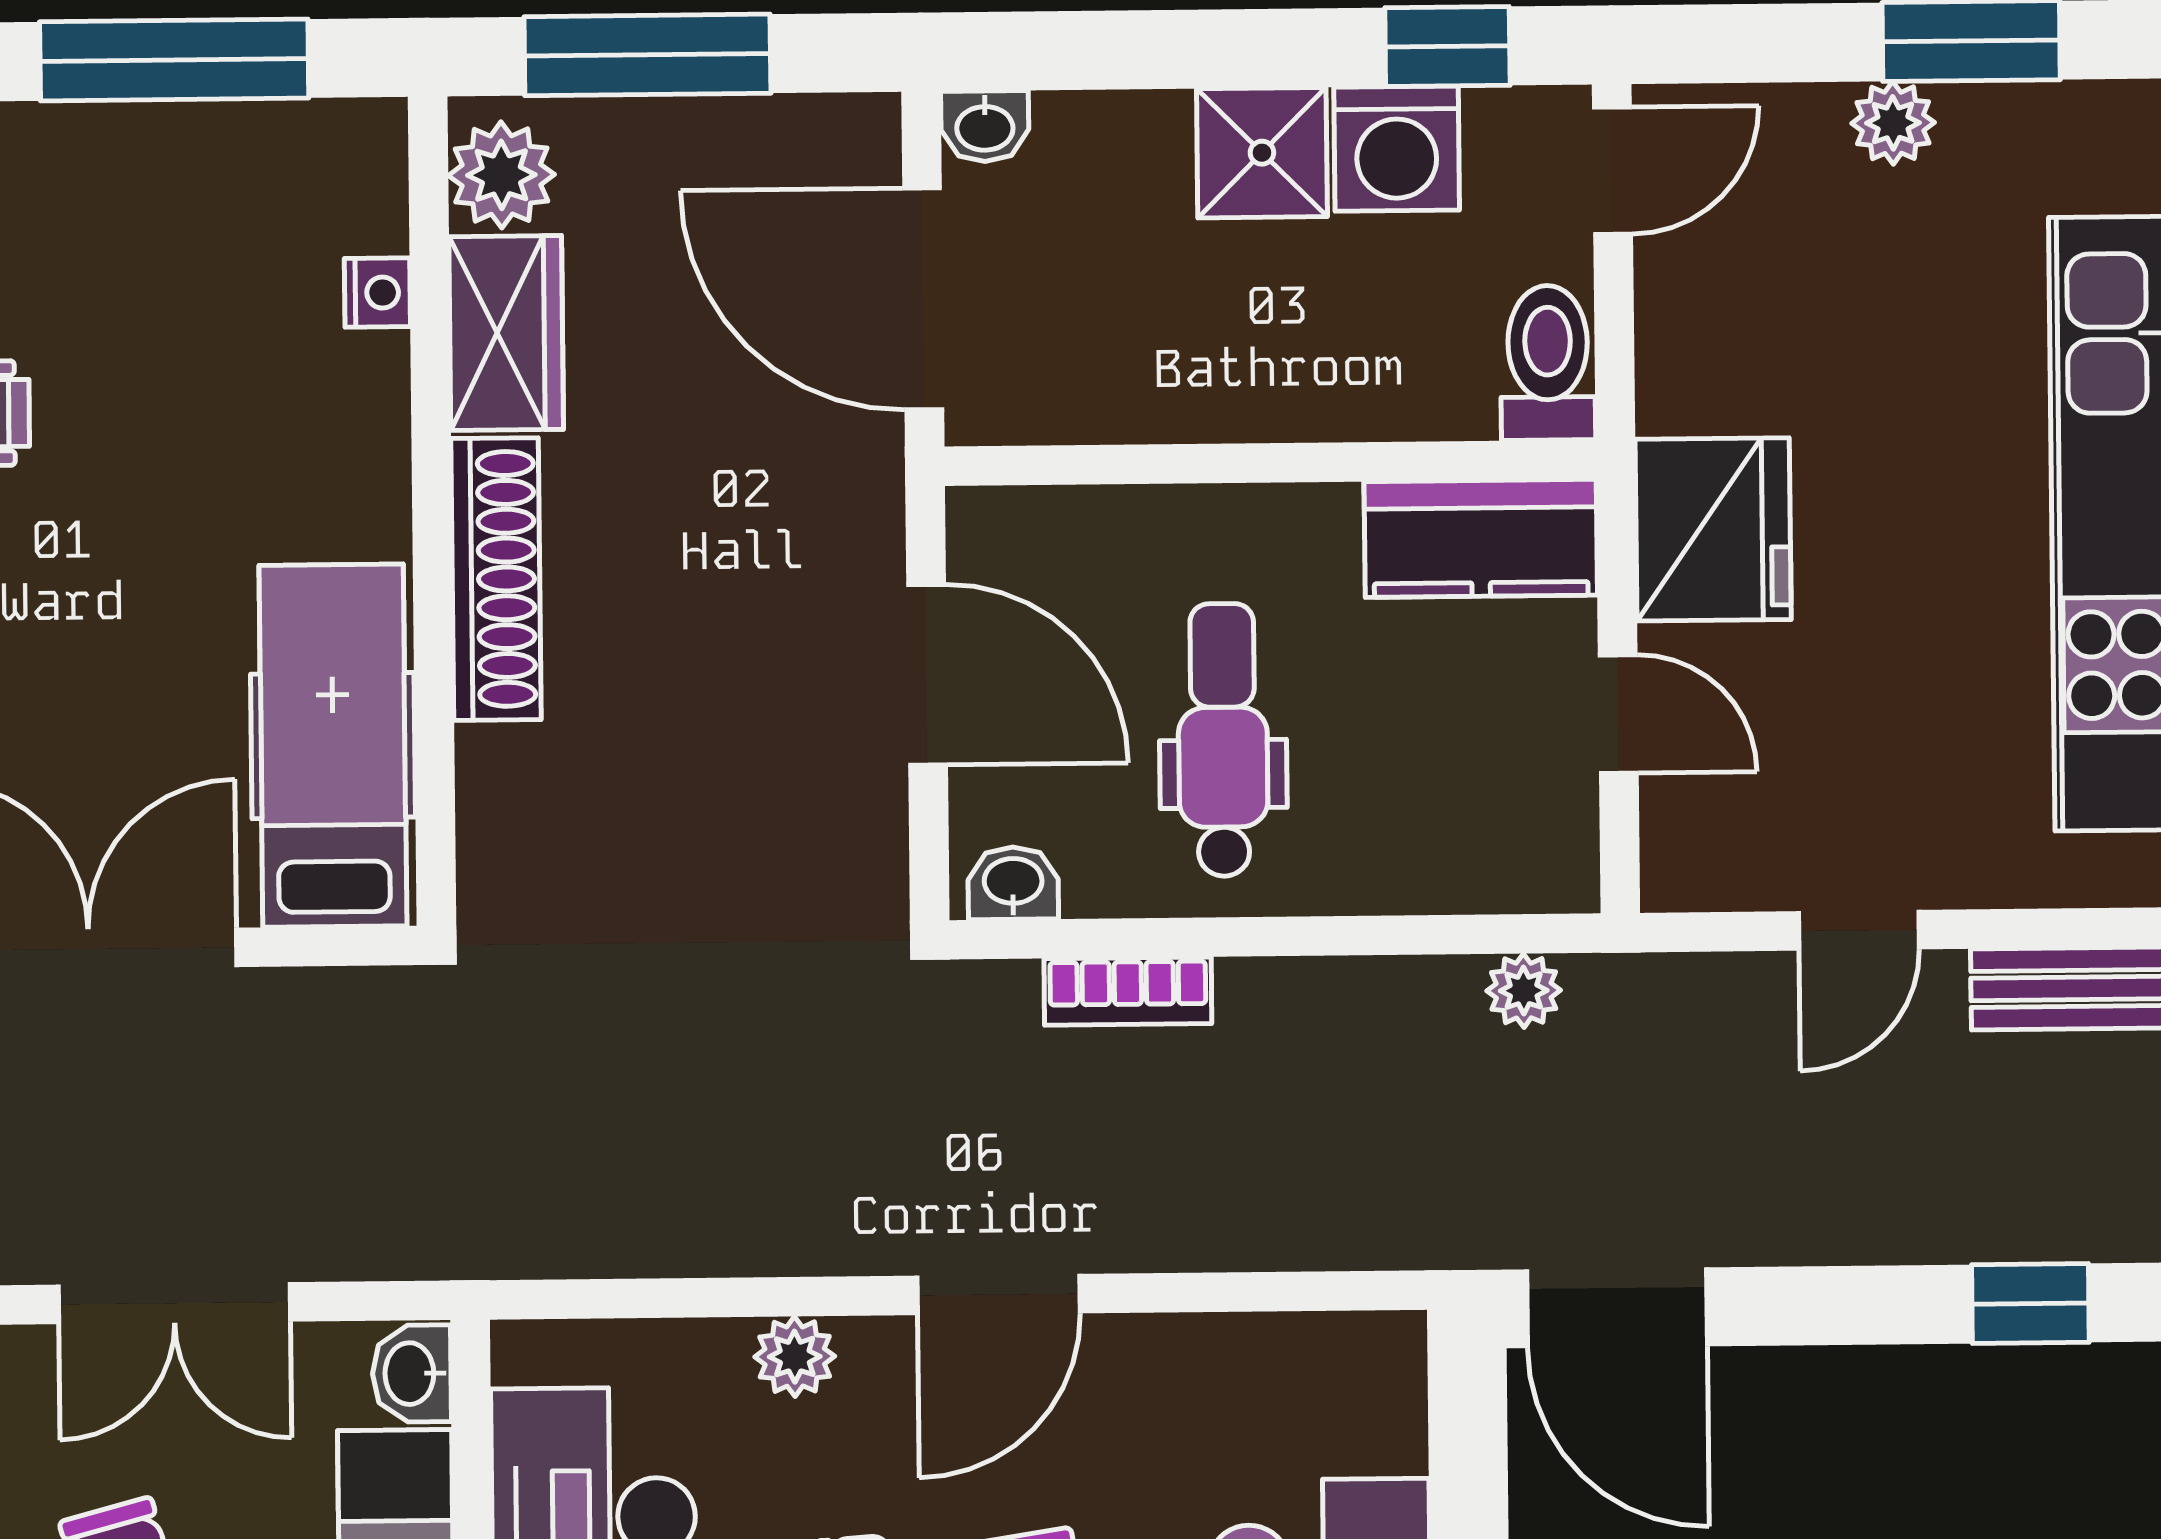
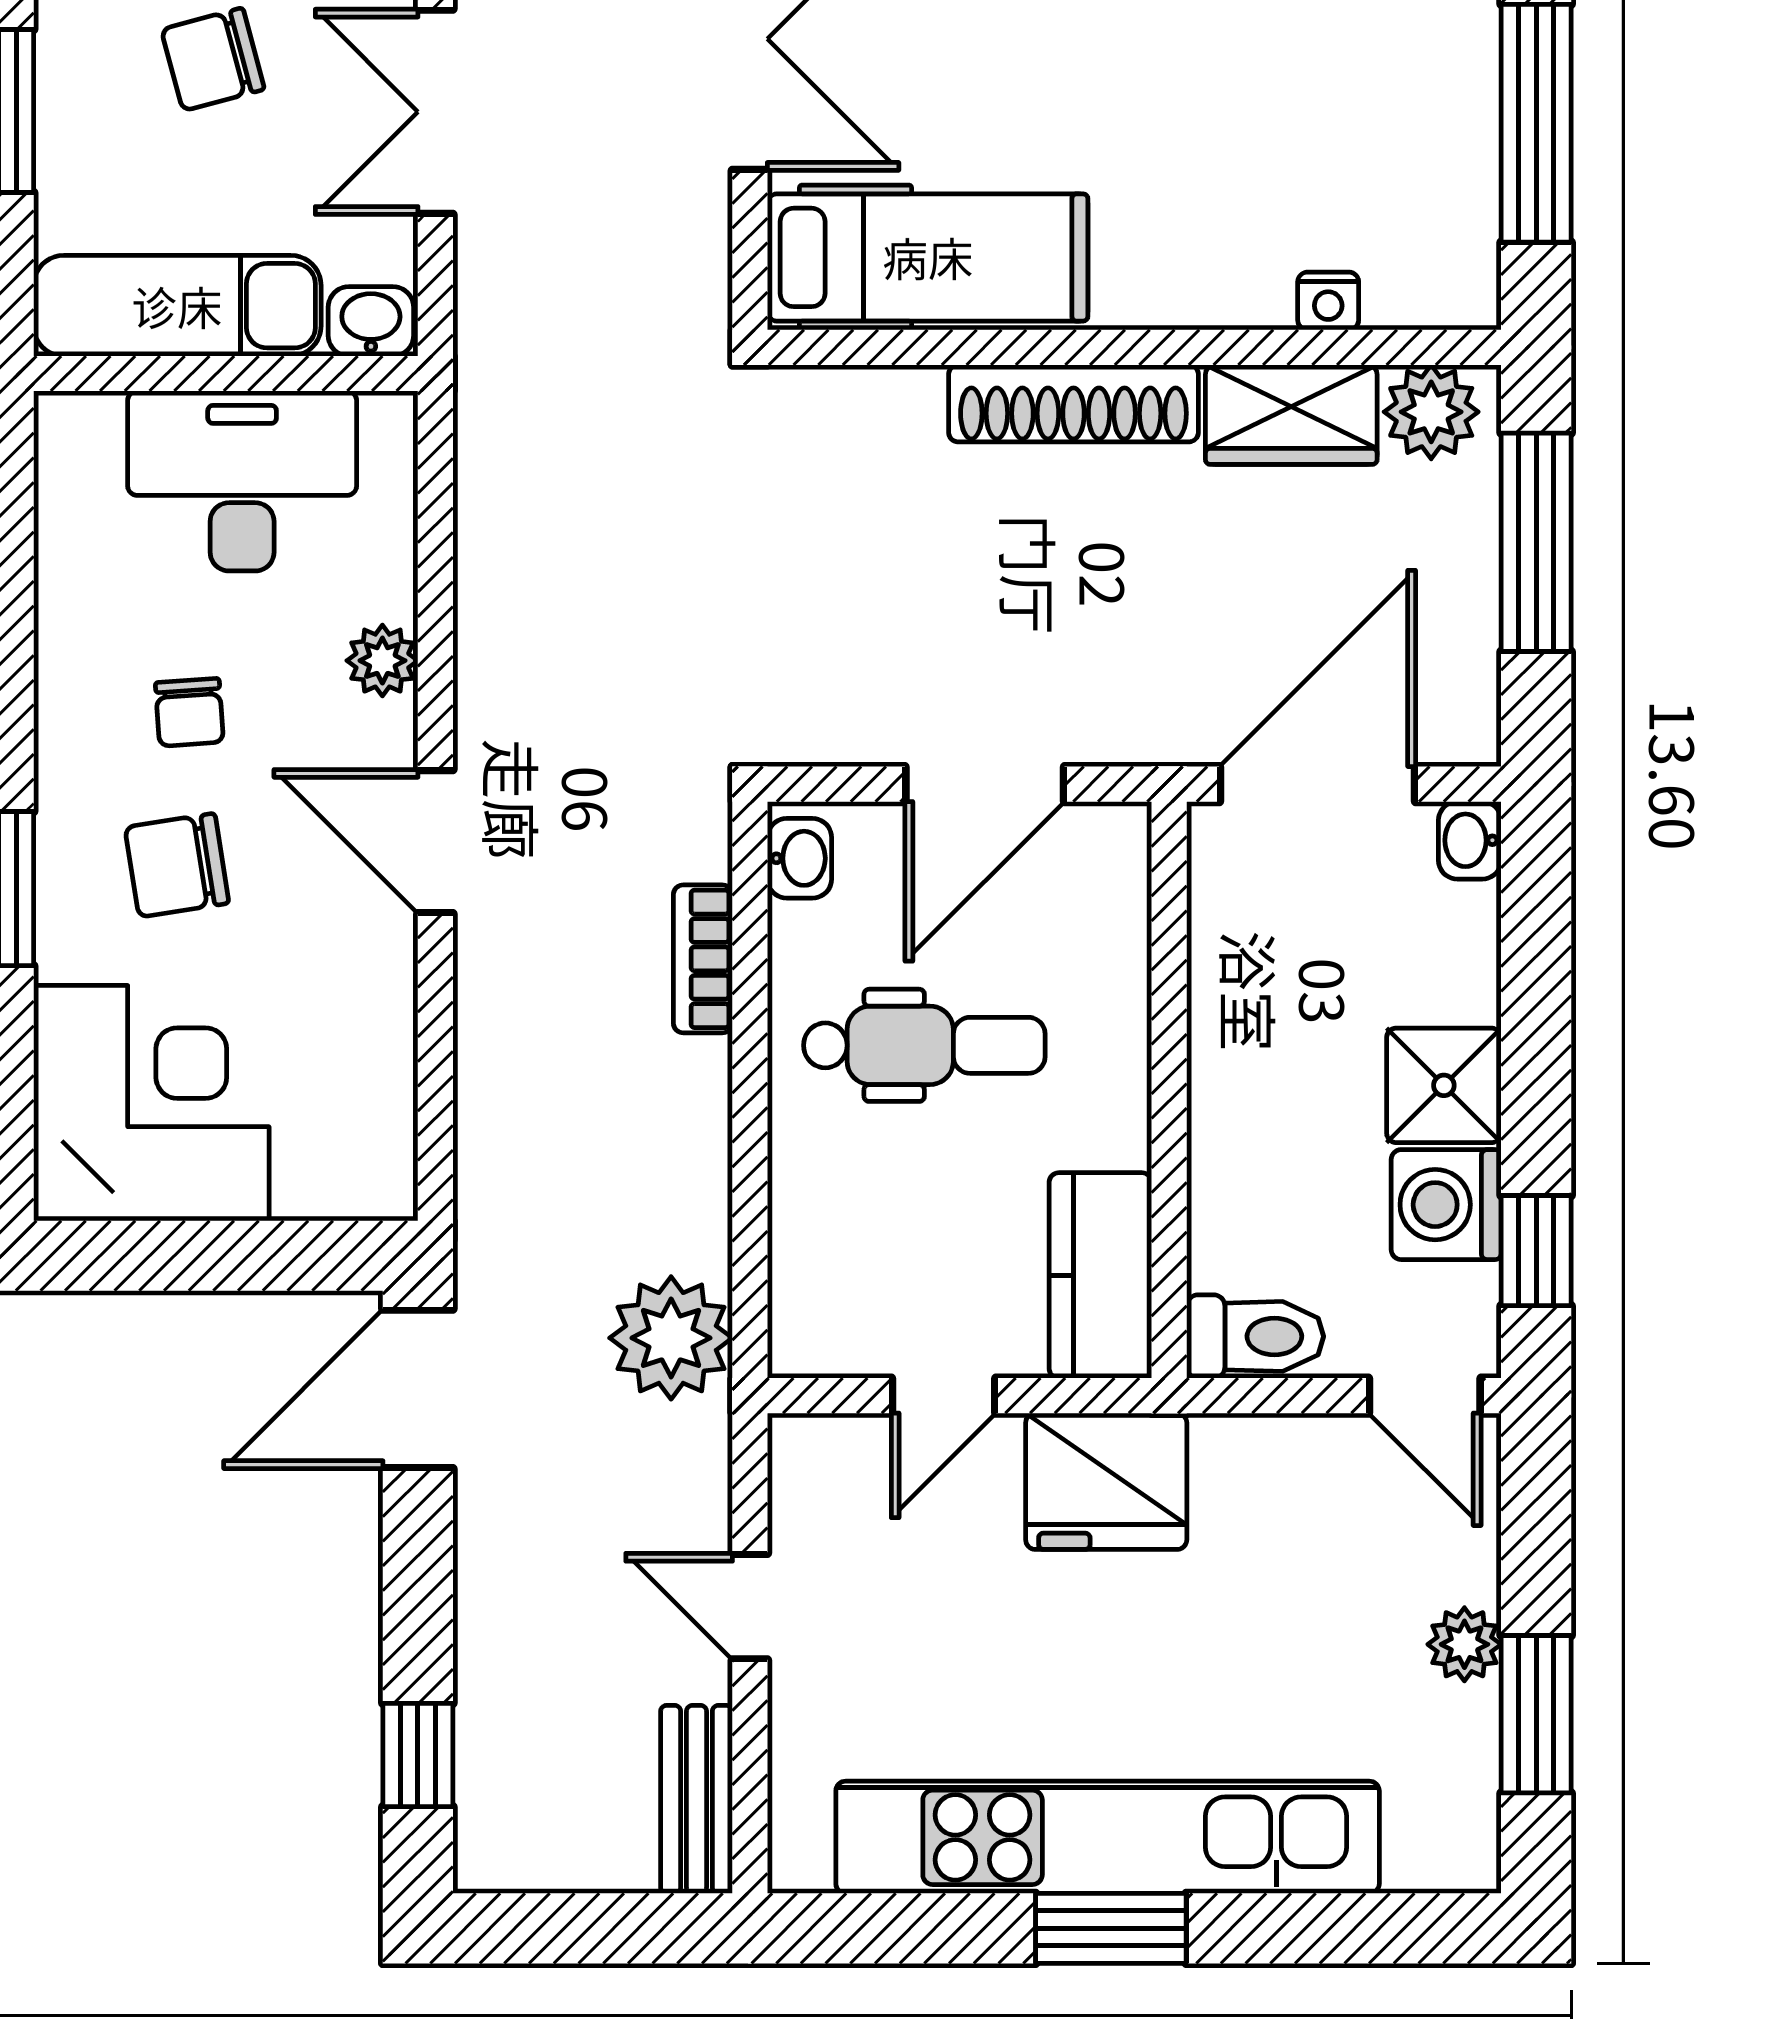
plant: (1524, 991) -> (671, 1338), width x1.87, depth x1.87

